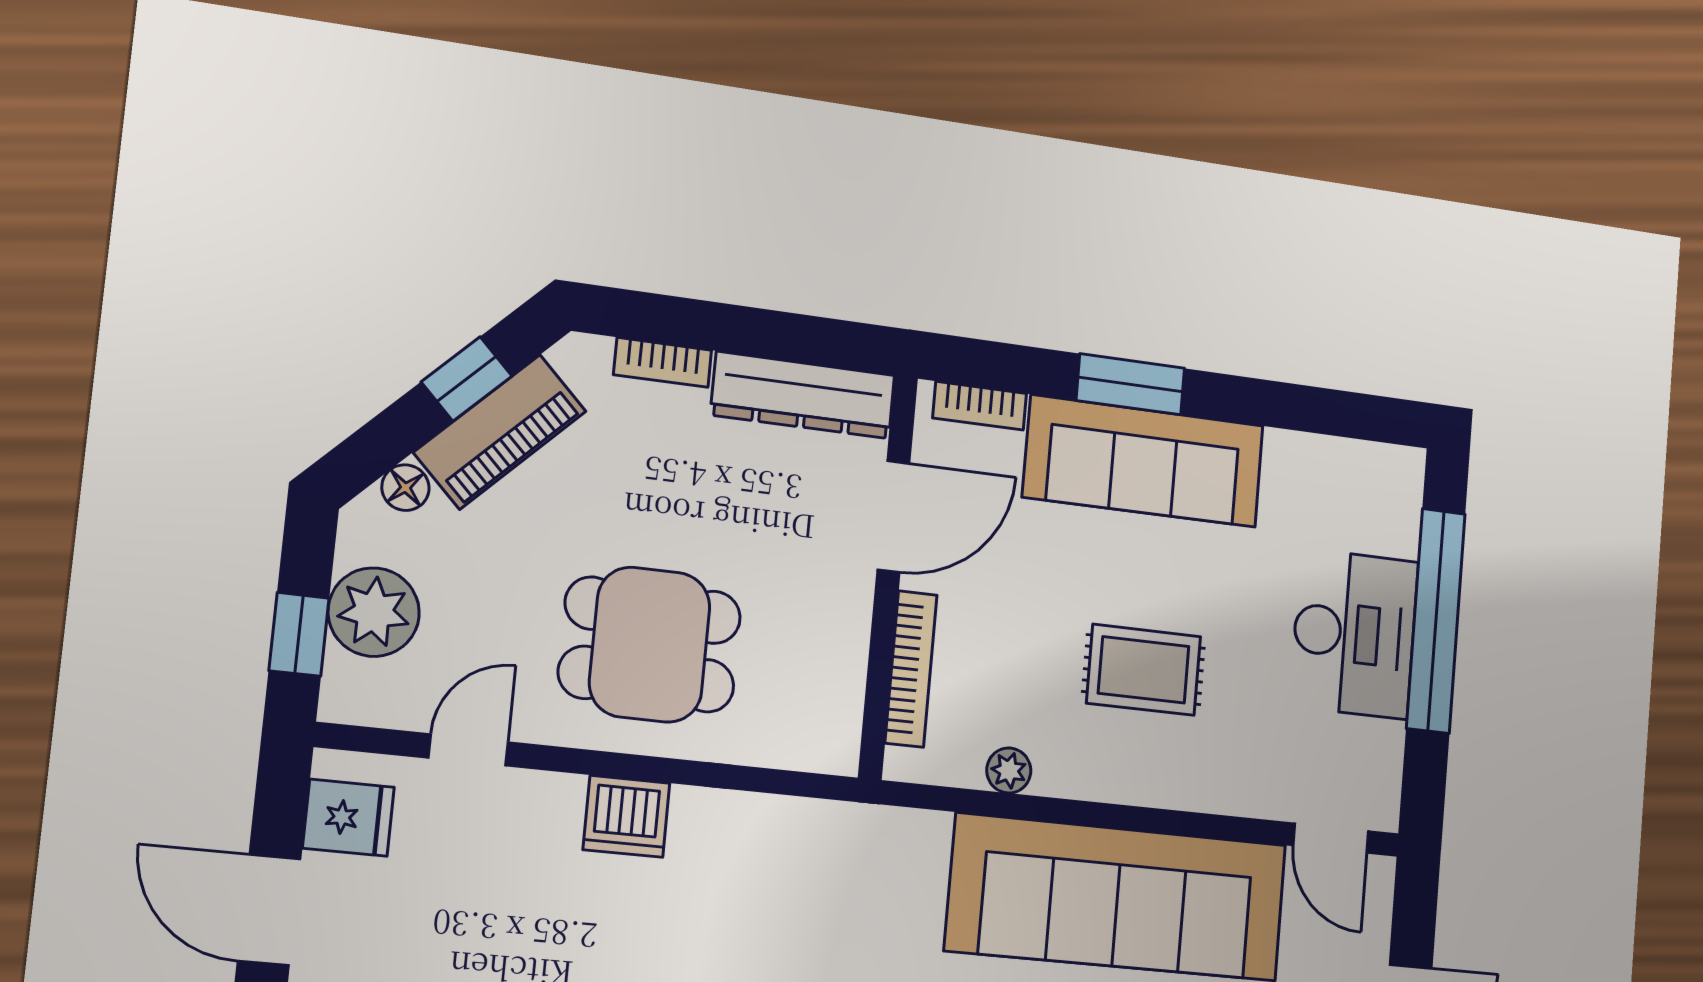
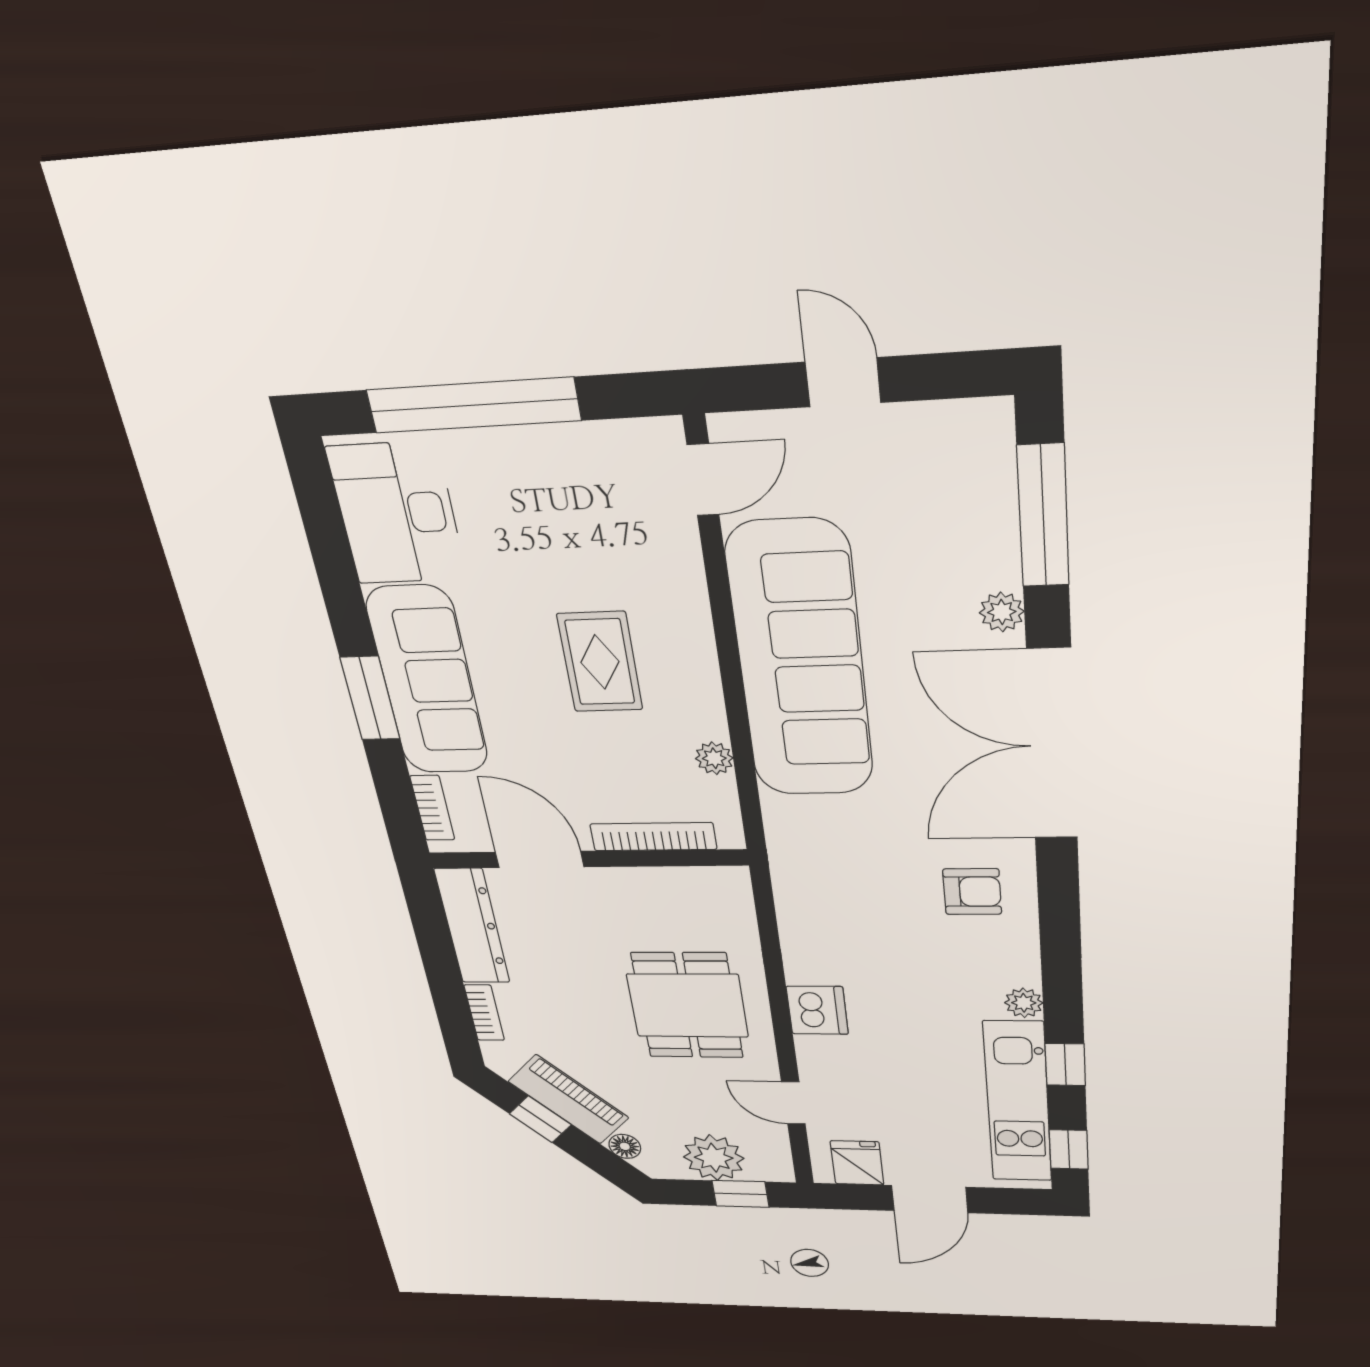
desk: (1354, 634) -> (397, 514), moved, turned -90

